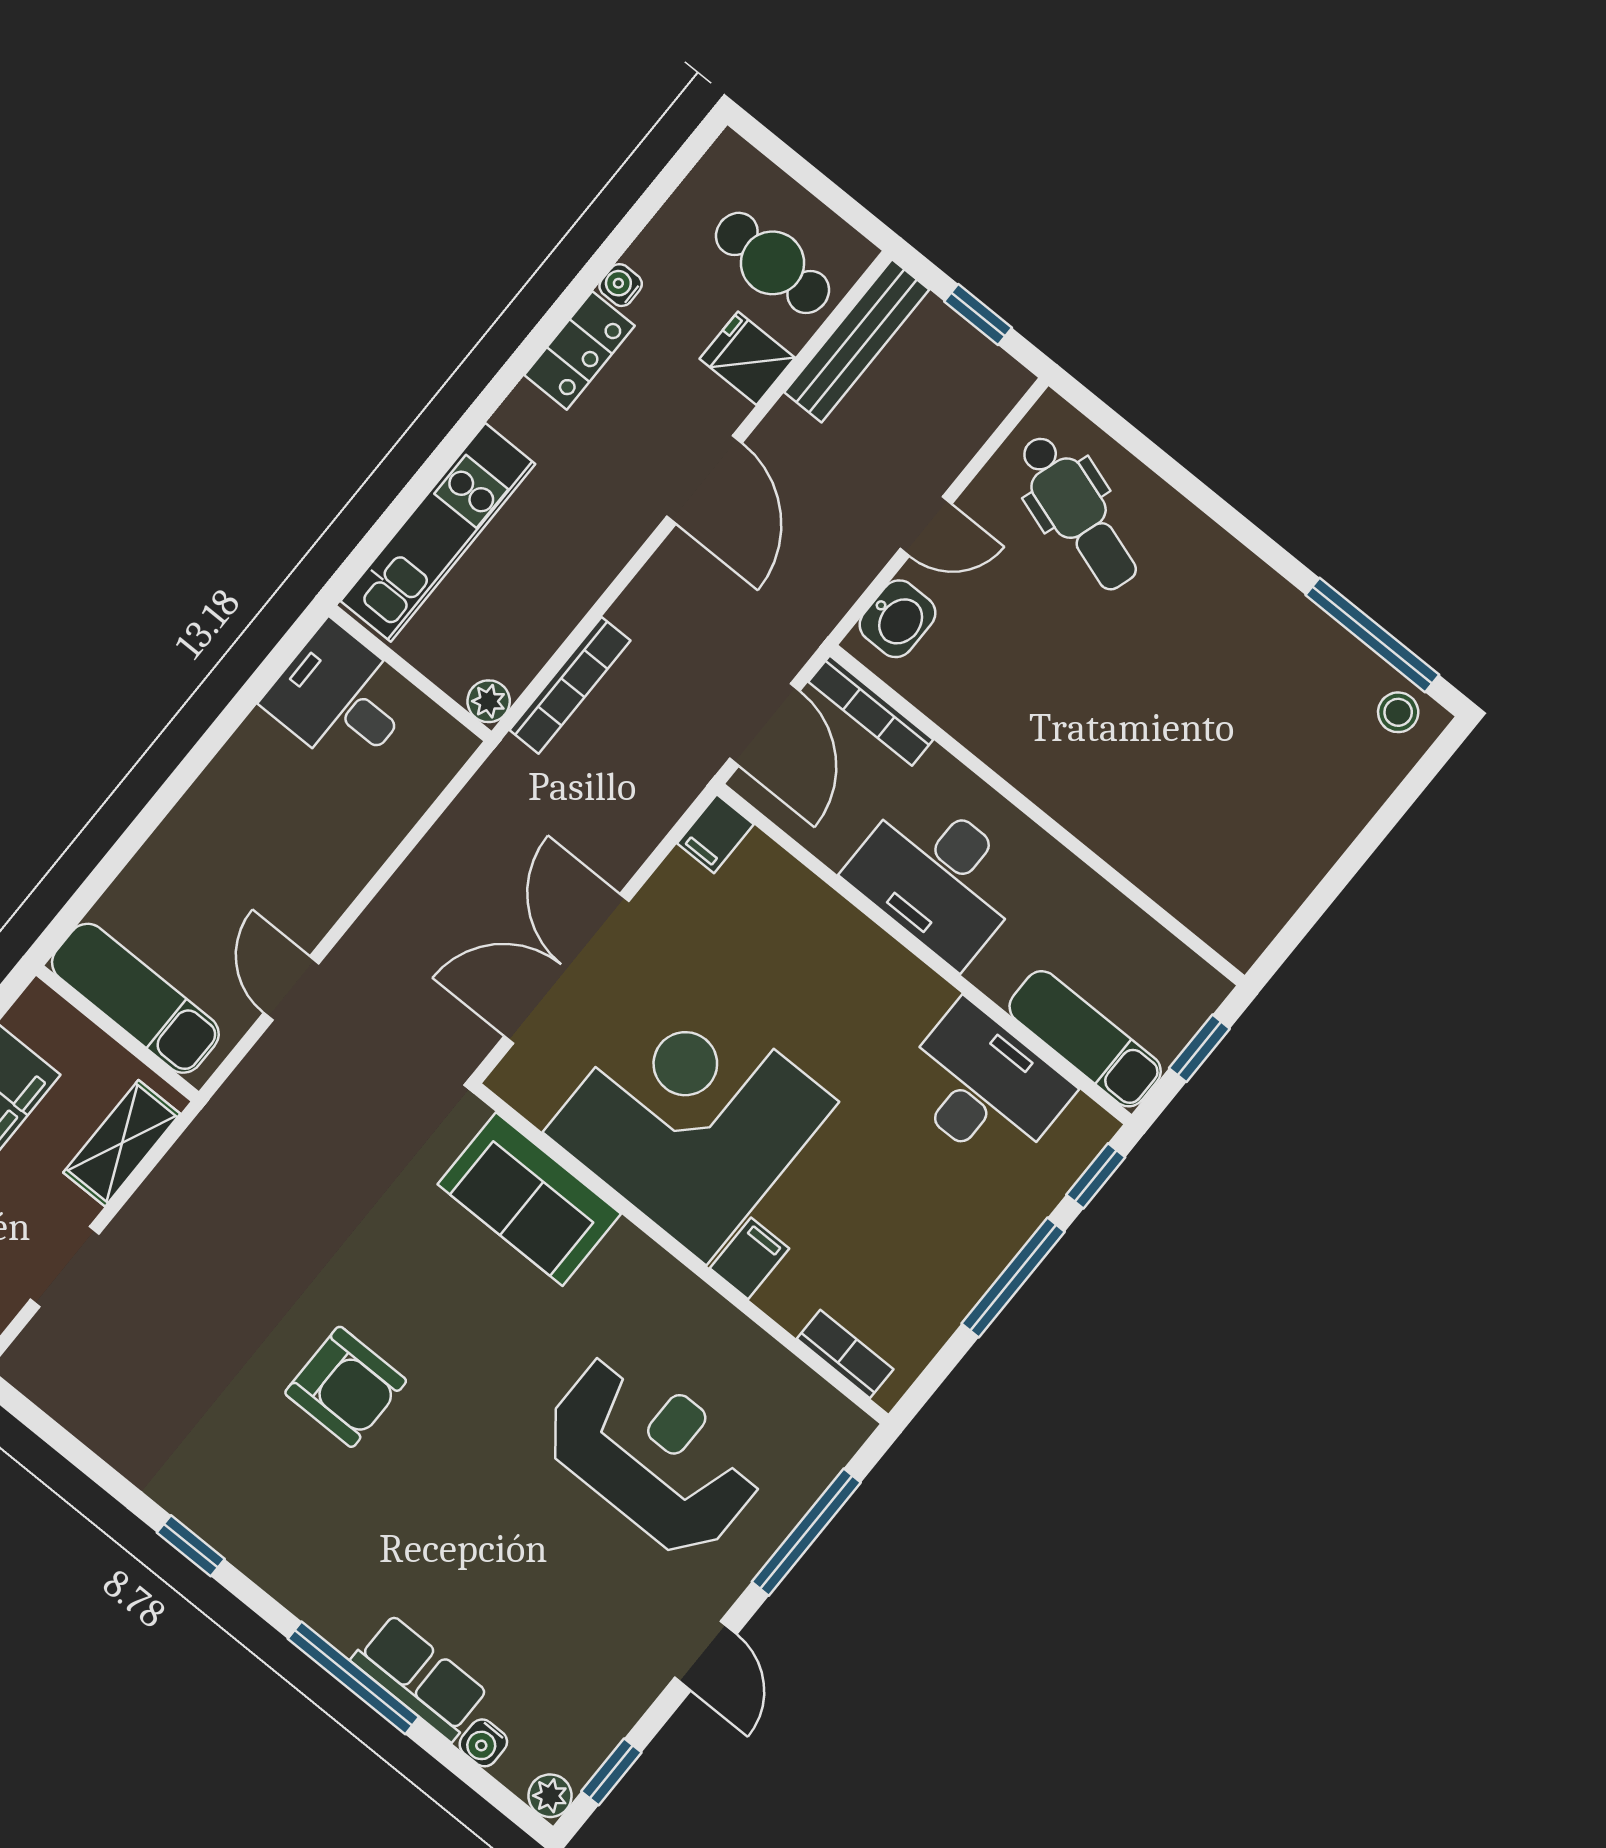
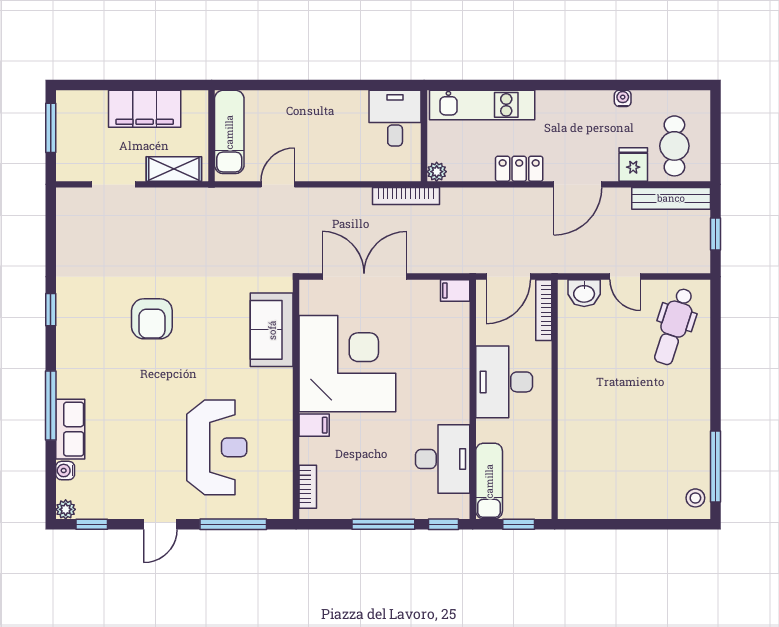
locker: (579, 350) -> (519, 169), moved, turned 180
bookcase: (570, 685) -> (406, 196), moved

